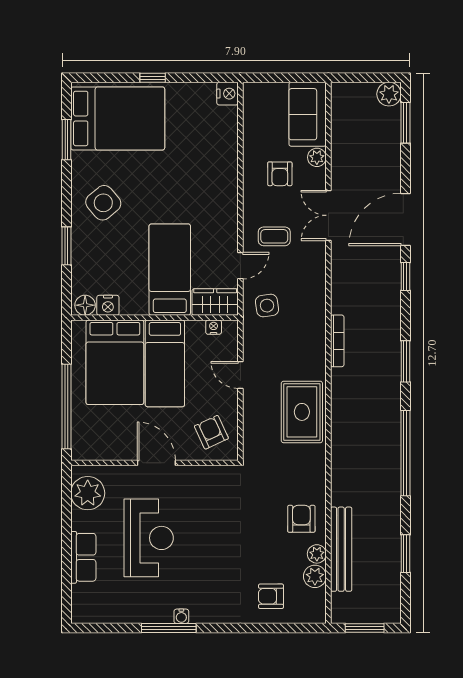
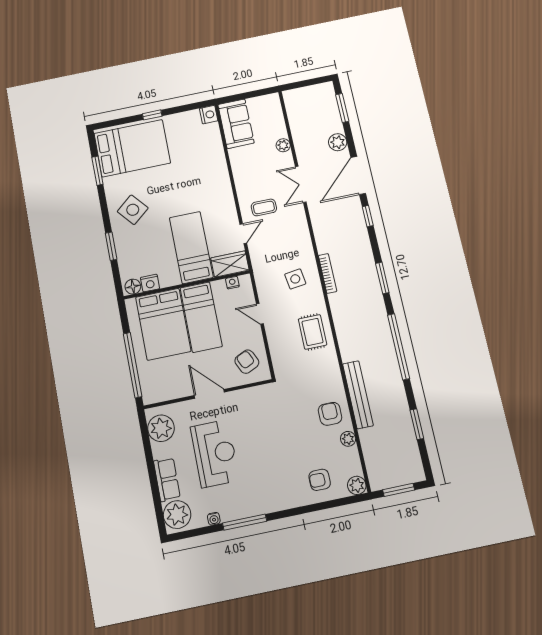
plant: (389, 94) -> (338, 142), moved
sofa: (308, 114) -> (236, 124), moved, turned 180
armchair: (280, 174) -> (258, 162), removed
side table: (267, 306) -> (295, 279), moved
rug: (302, 412) -> (313, 332), width x0.73, depth x0.70
bench: (341, 549) -> (358, 395), moved
plant: (315, 576) -> (357, 485), moved
plant: (88, 602) -> (177, 515), added
water cooler: (181, 616) -> (214, 519), moved

